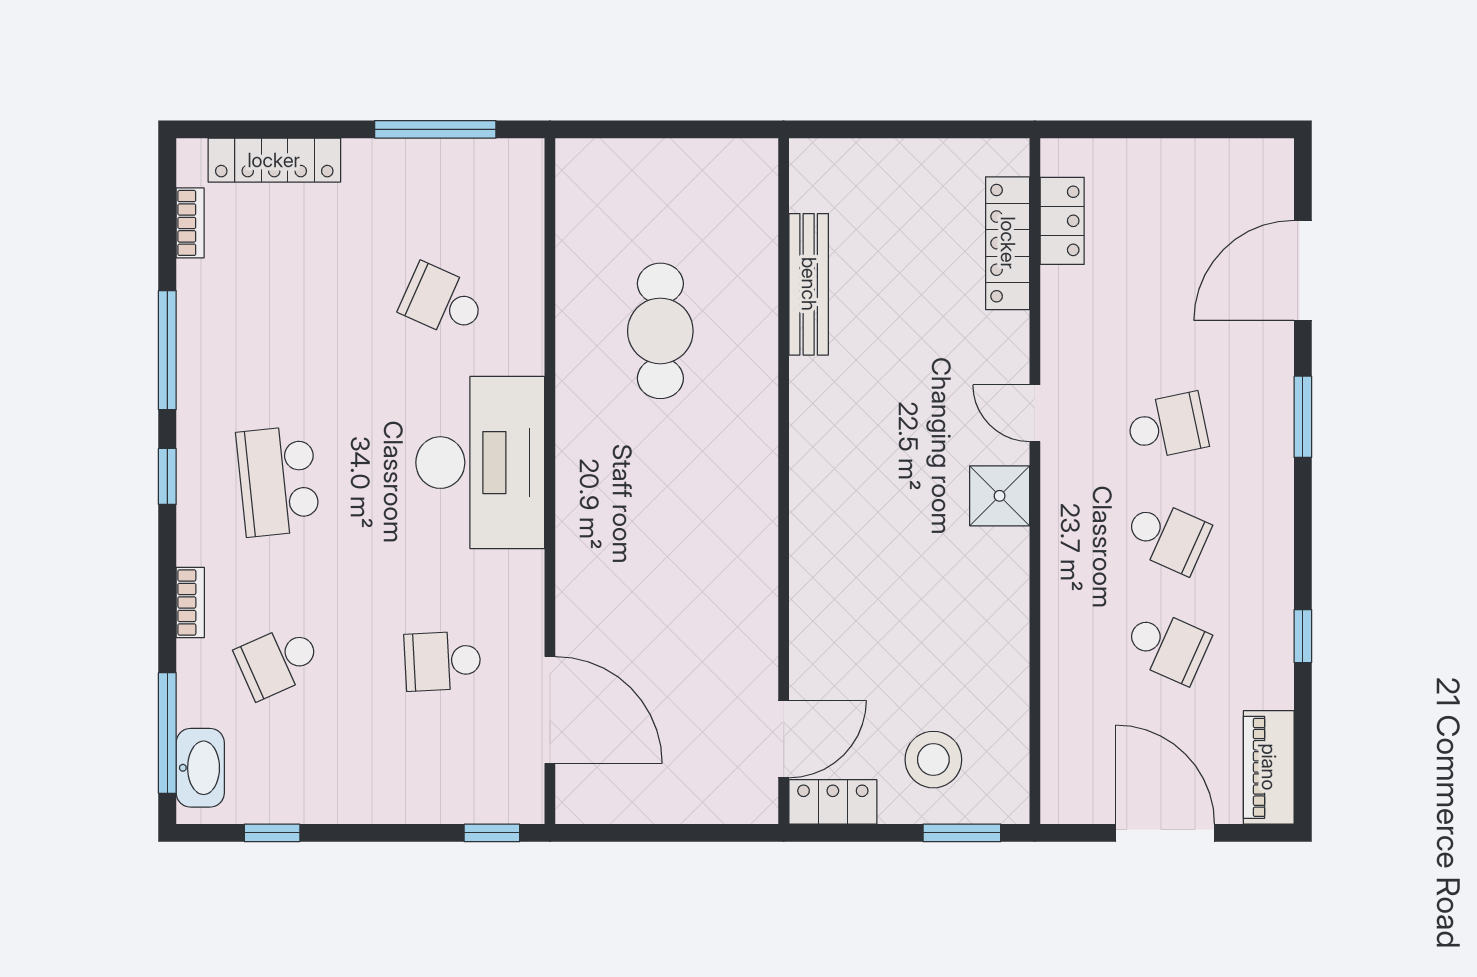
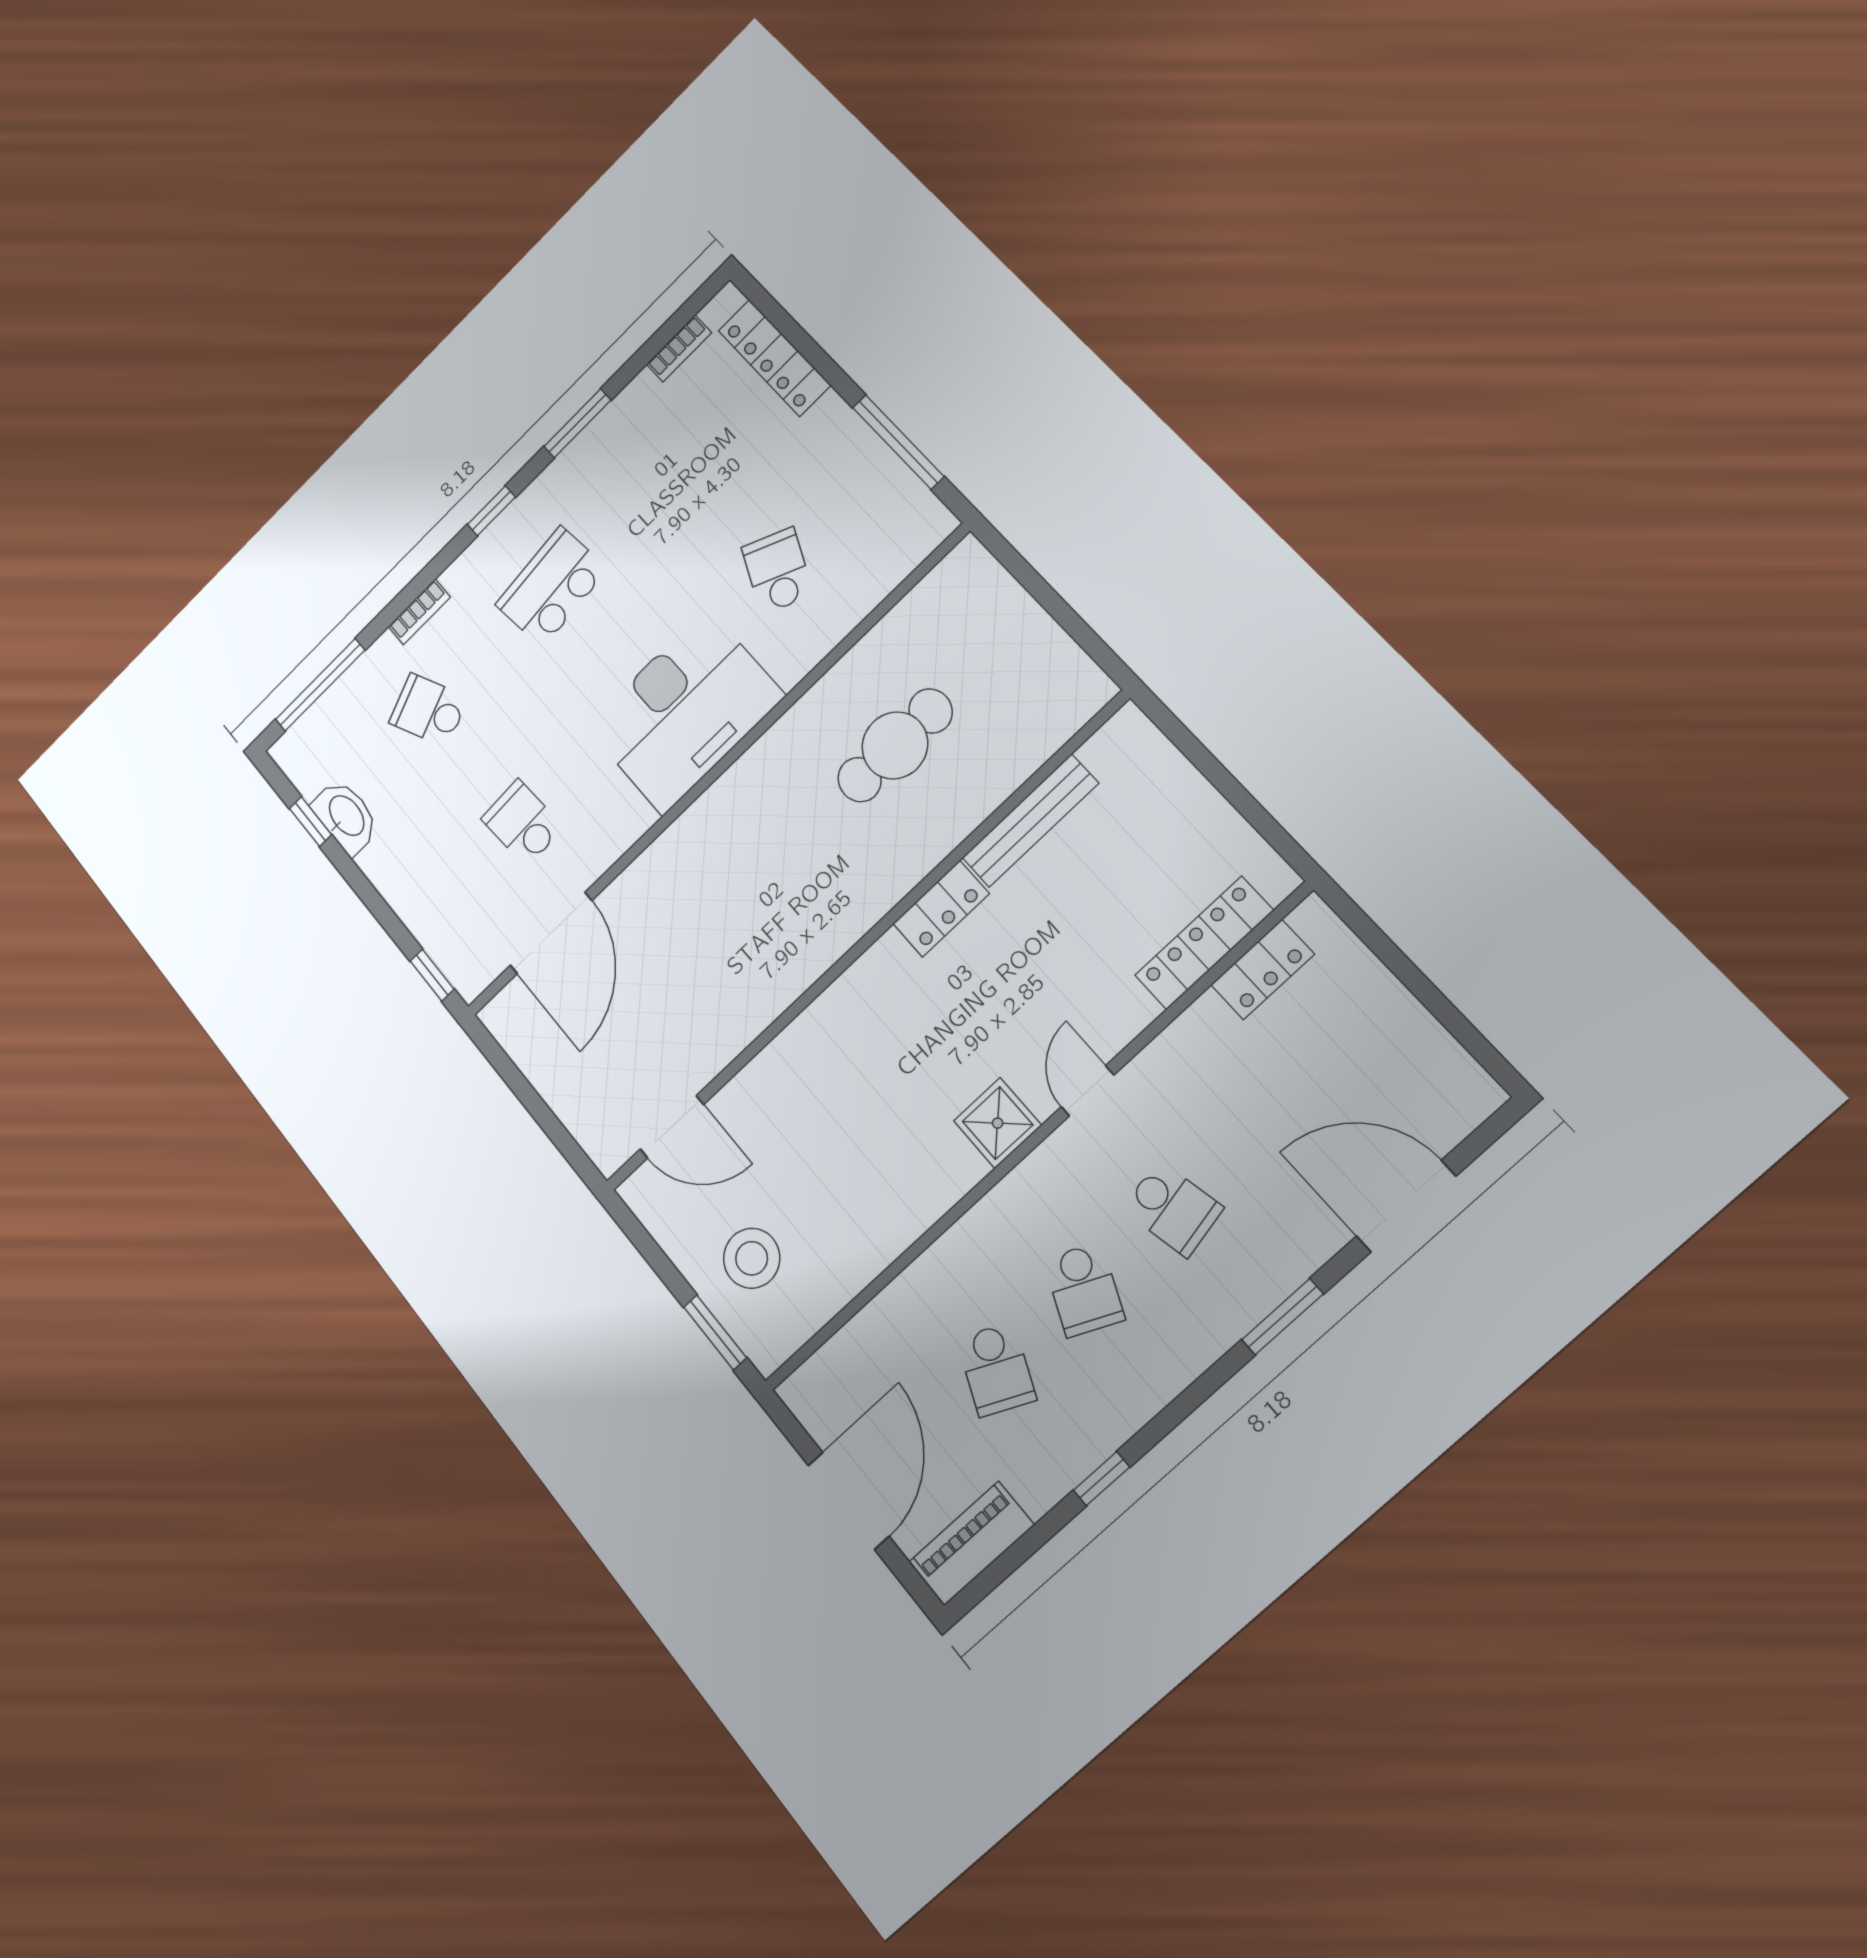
window: (167, 350) -> (577, 423), width x0.69
washbasin: (200, 768) -> (346, 816), moved, turned -90
locker: (833, 802) -> (941, 909), moved, turned 90

